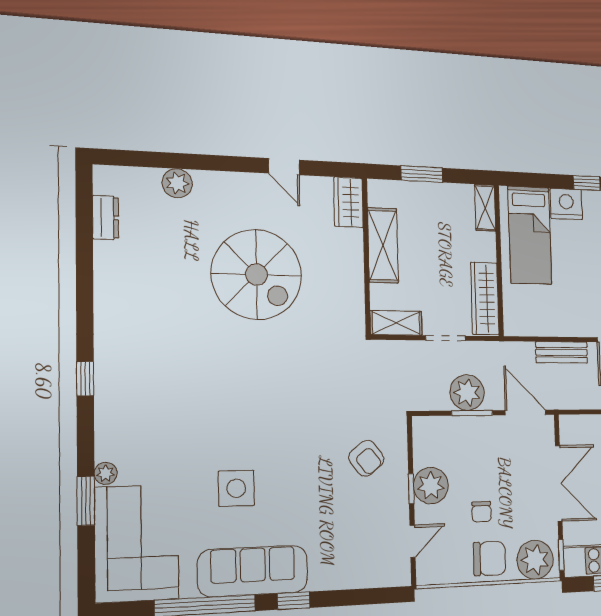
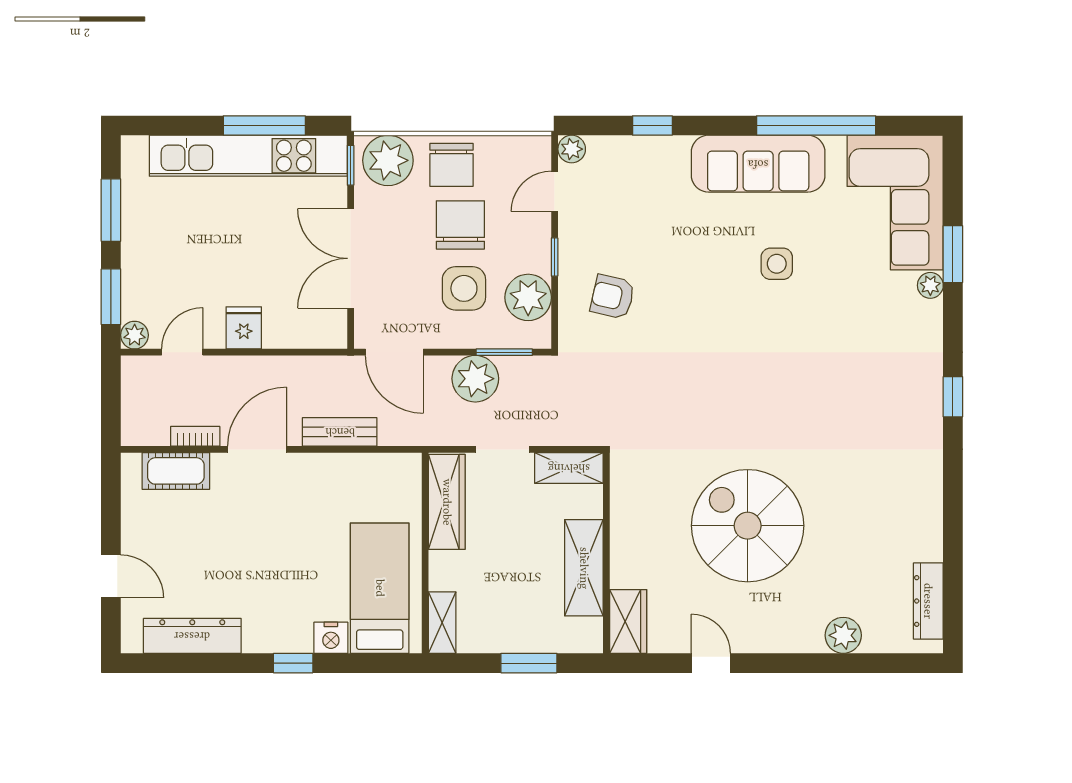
nightstand: (566, 204) -> (331, 638), width x0.74, depth x0.75
dresser: (106, 218) -> (928, 601), width x1.44
window: (472, 413) -> (504, 352), moved
armchair: (366, 458) -> (612, 297), turned -39
side table: (477, 462) -> (464, 288), added
plant: (431, 486) -> (528, 297), moved
side table: (236, 488) -> (777, 264), width x0.73, depth x0.73
chair: (482, 512) -> (460, 225), width x1.87, depth x1.87
chair: (489, 559) -> (451, 165), turned -90
plant: (401, 576) -> (572, 149), added
window: (294, 601) -> (652, 126), moved

